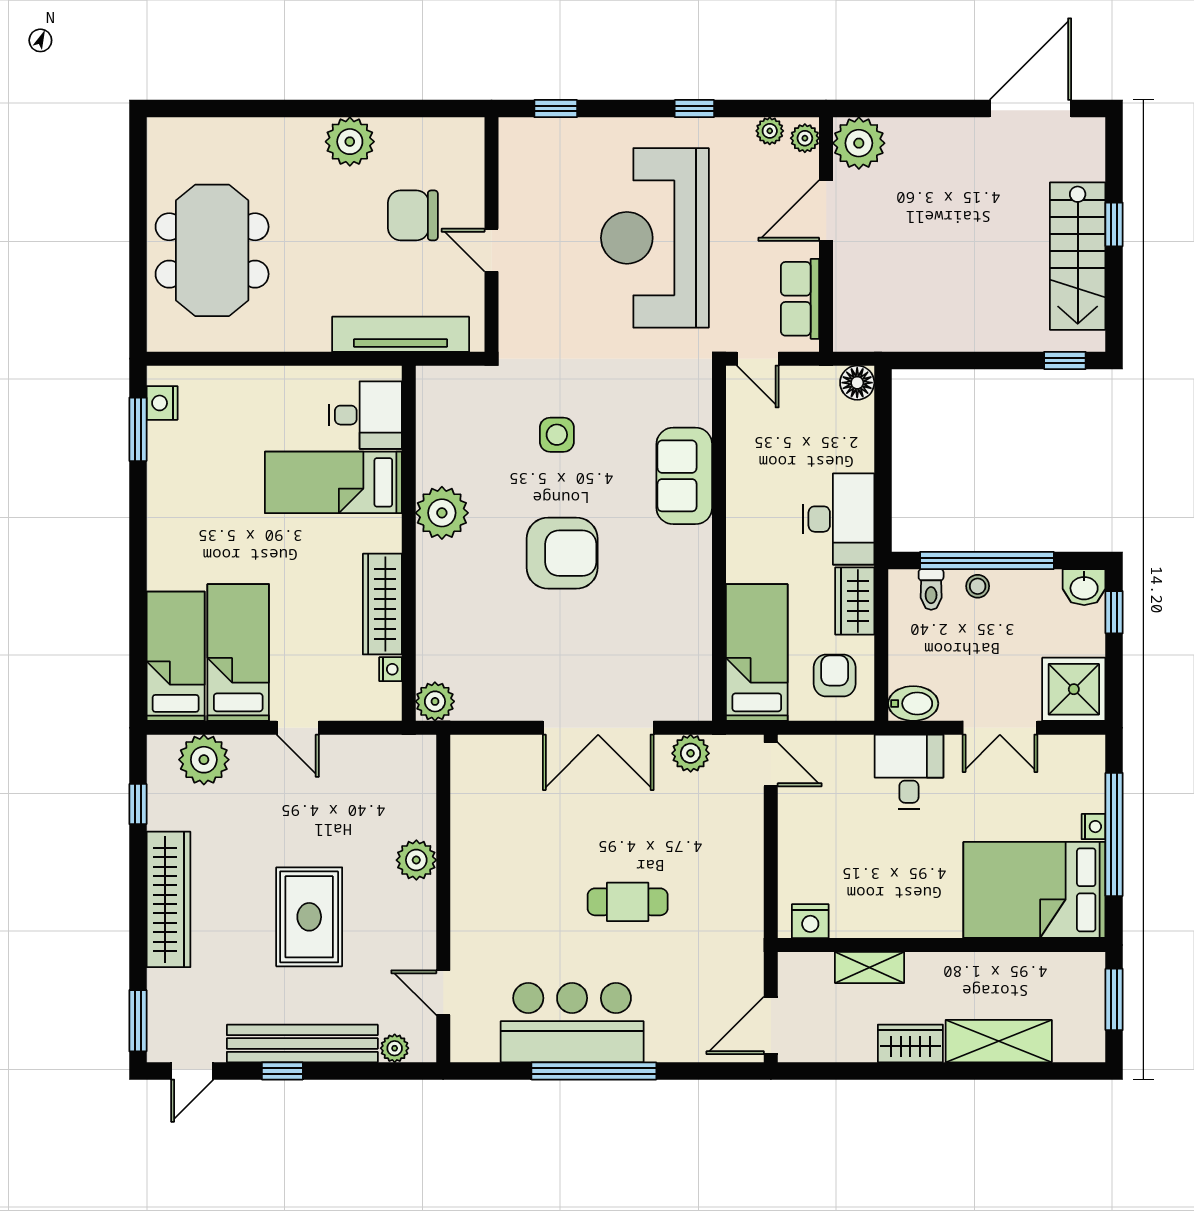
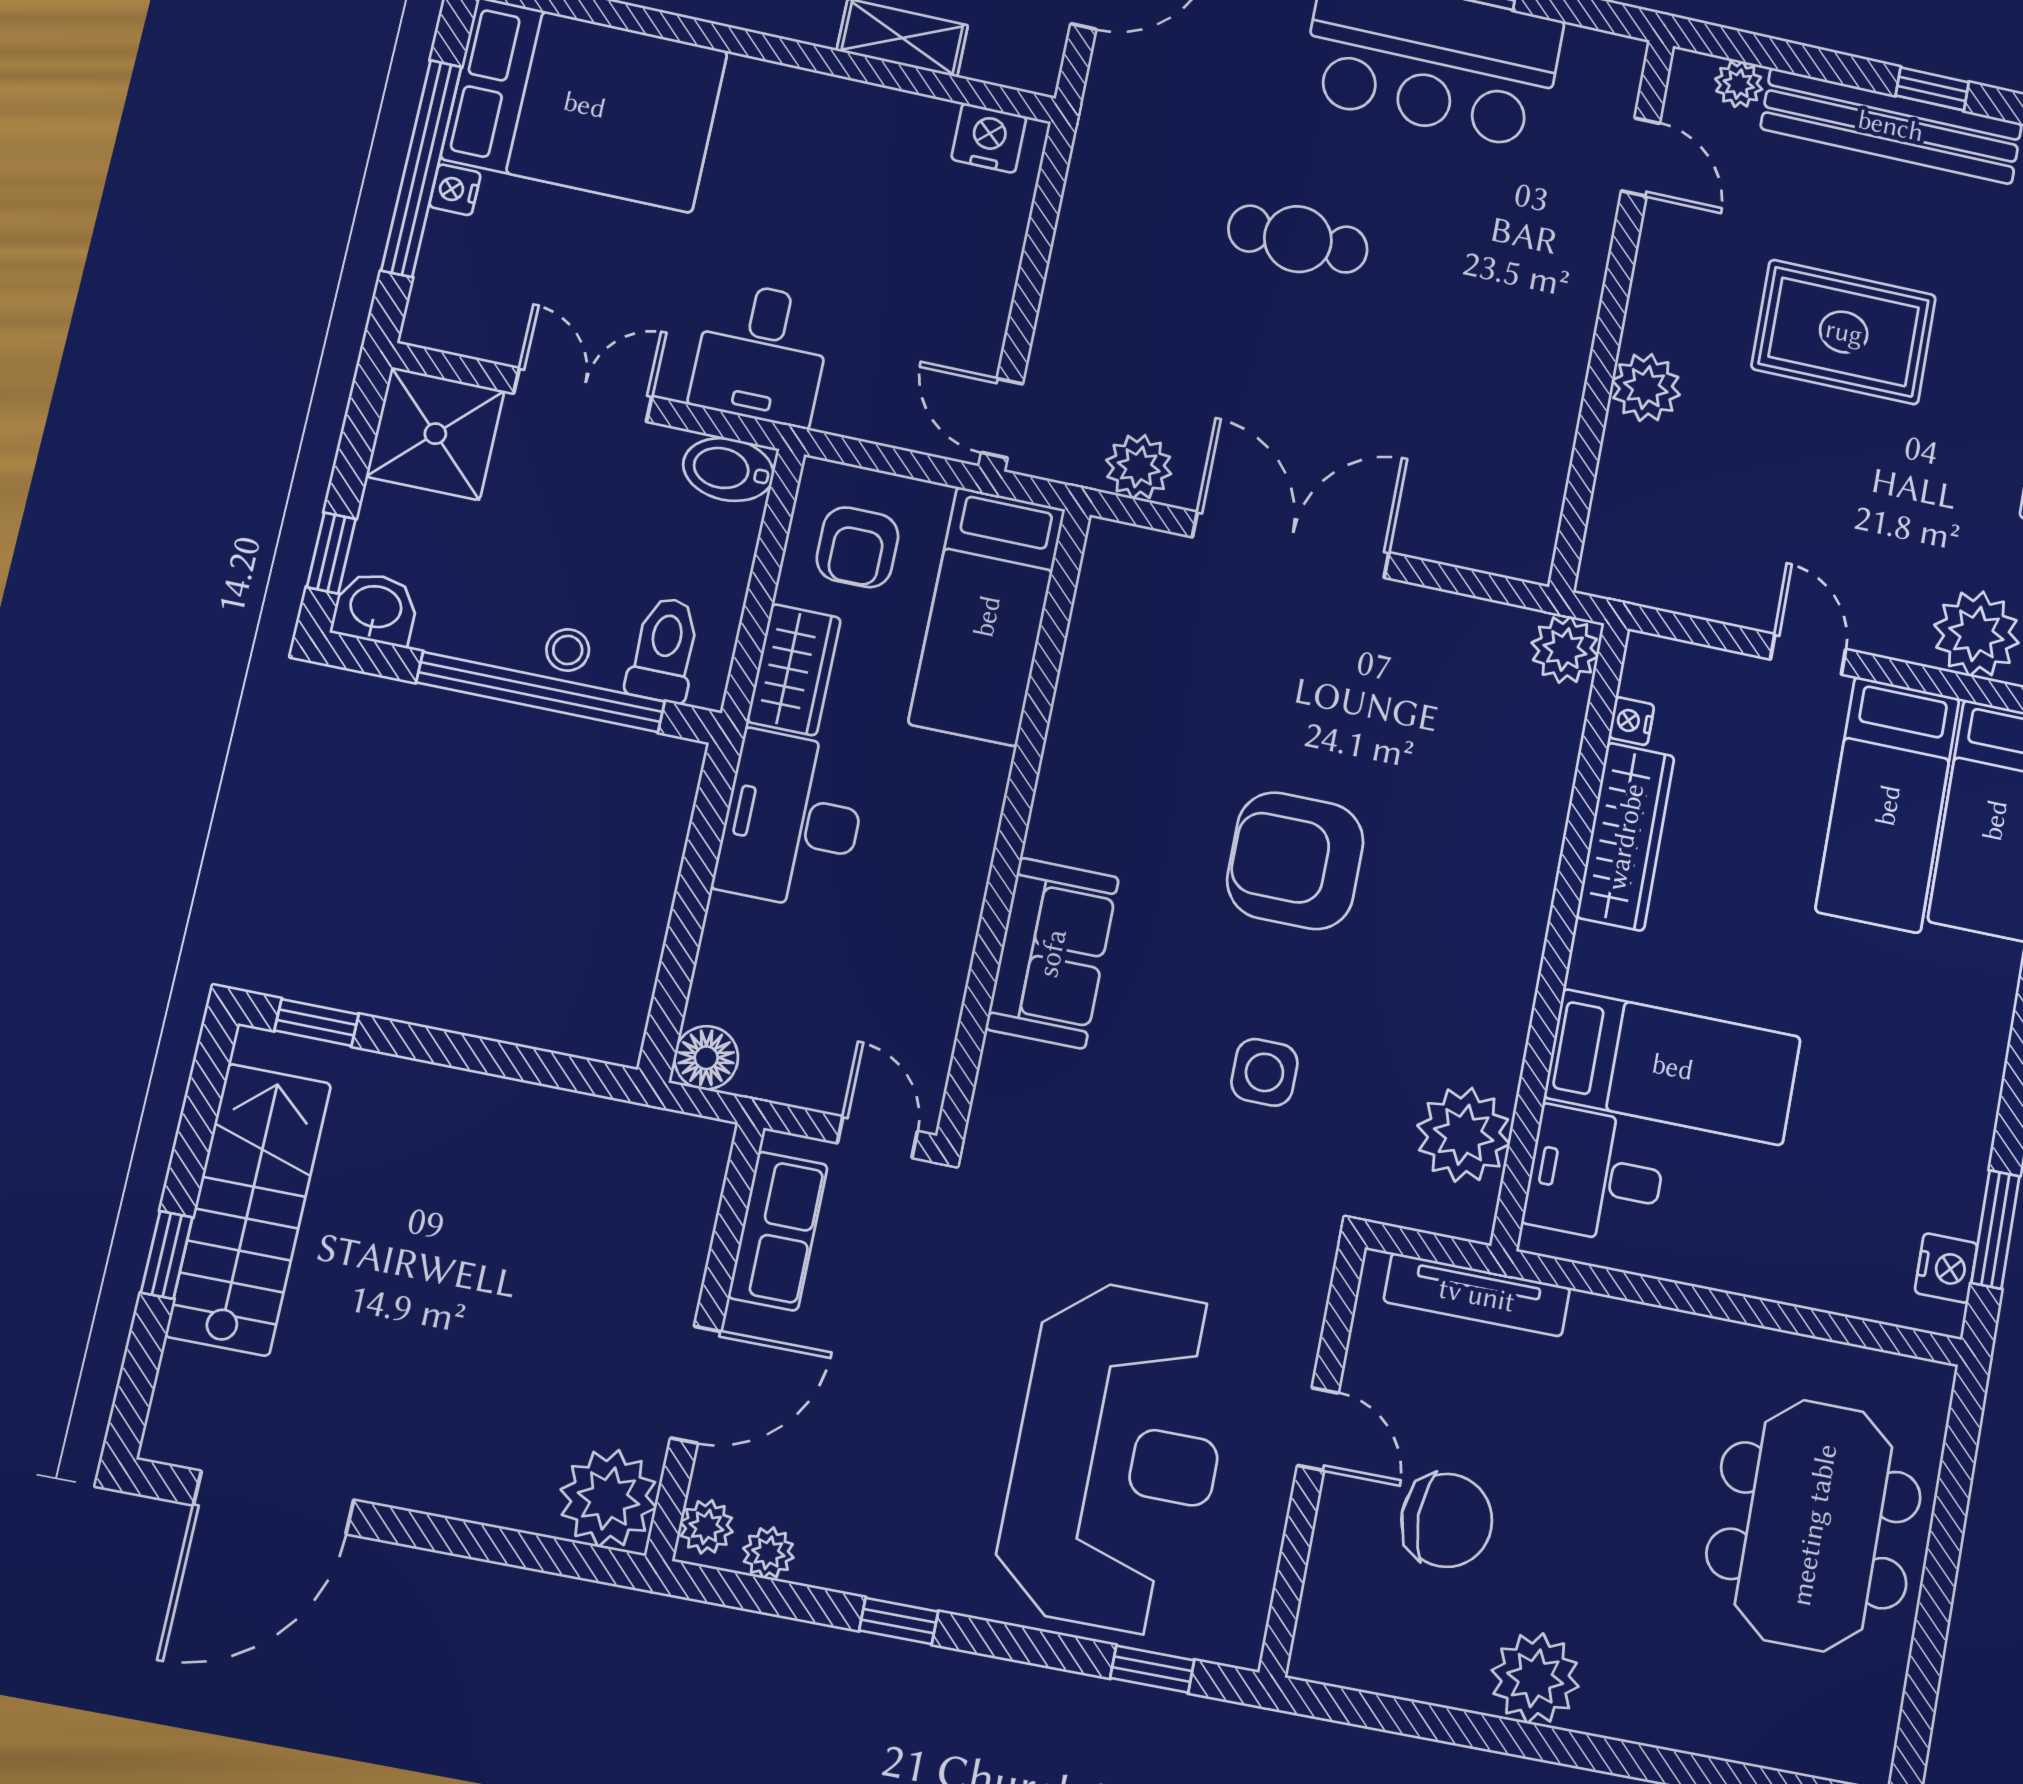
reception desk: (655, 238) -> (1117, 1457), moved
tv unit: (401, 334) -> (1477, 1295), width x0.73, depth x0.78
plant: (442, 513) -> (1464, 1135), moved
toilet: (931, 589) -> (664, 650), width x1.37, depth x1.39
rug: (309, 917) -> (1844, 332), turned 90

